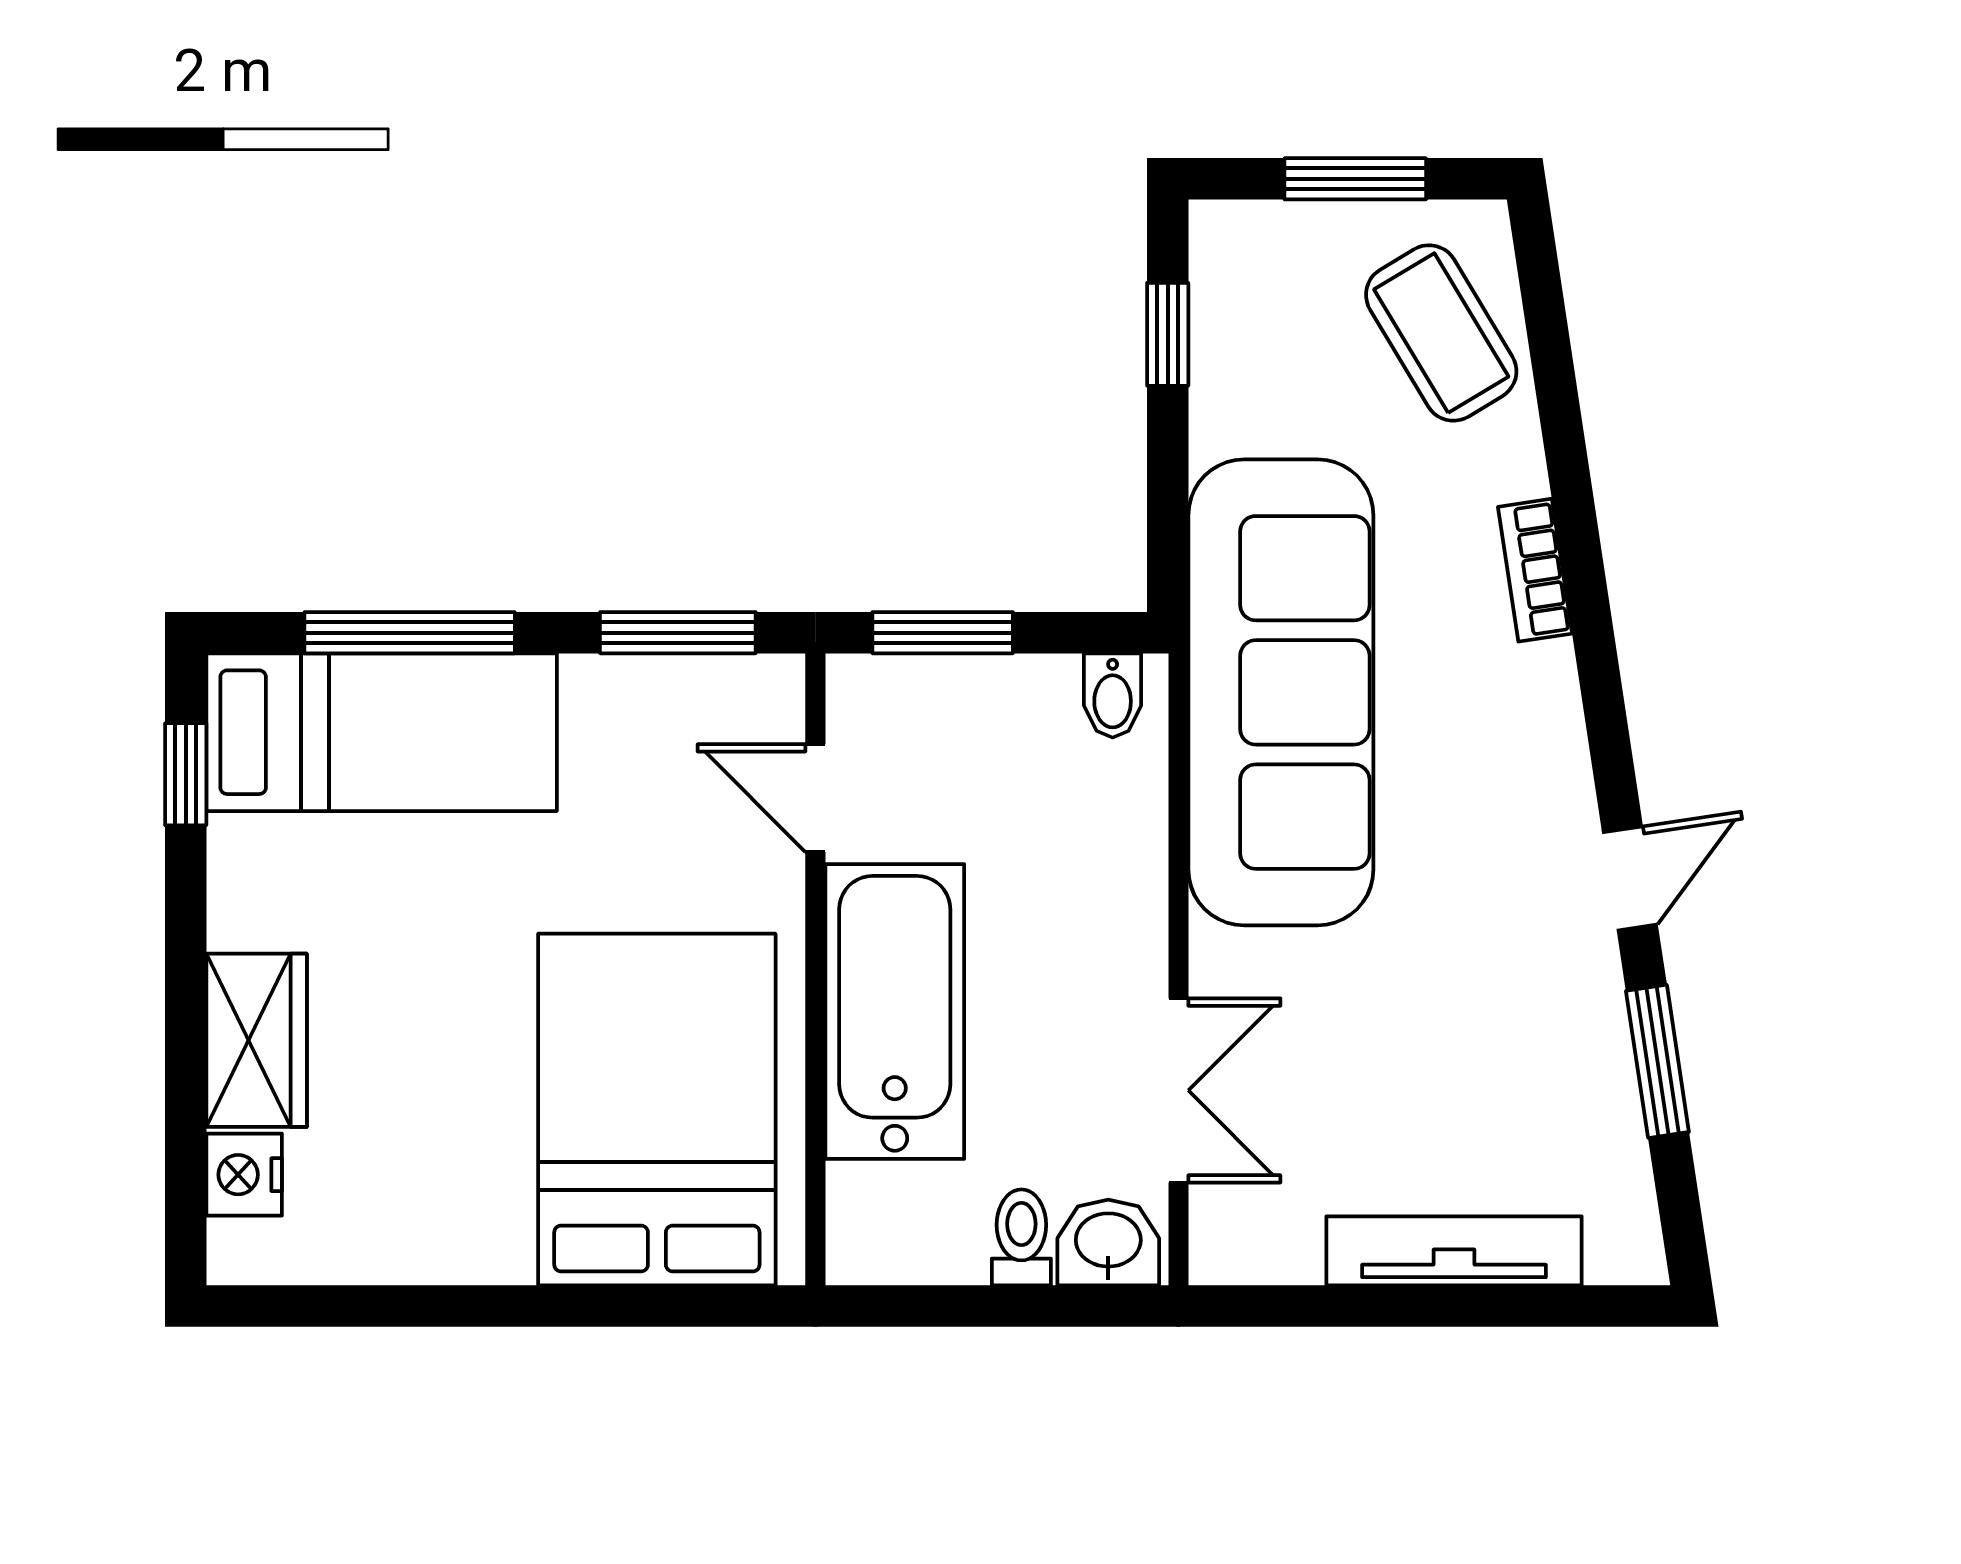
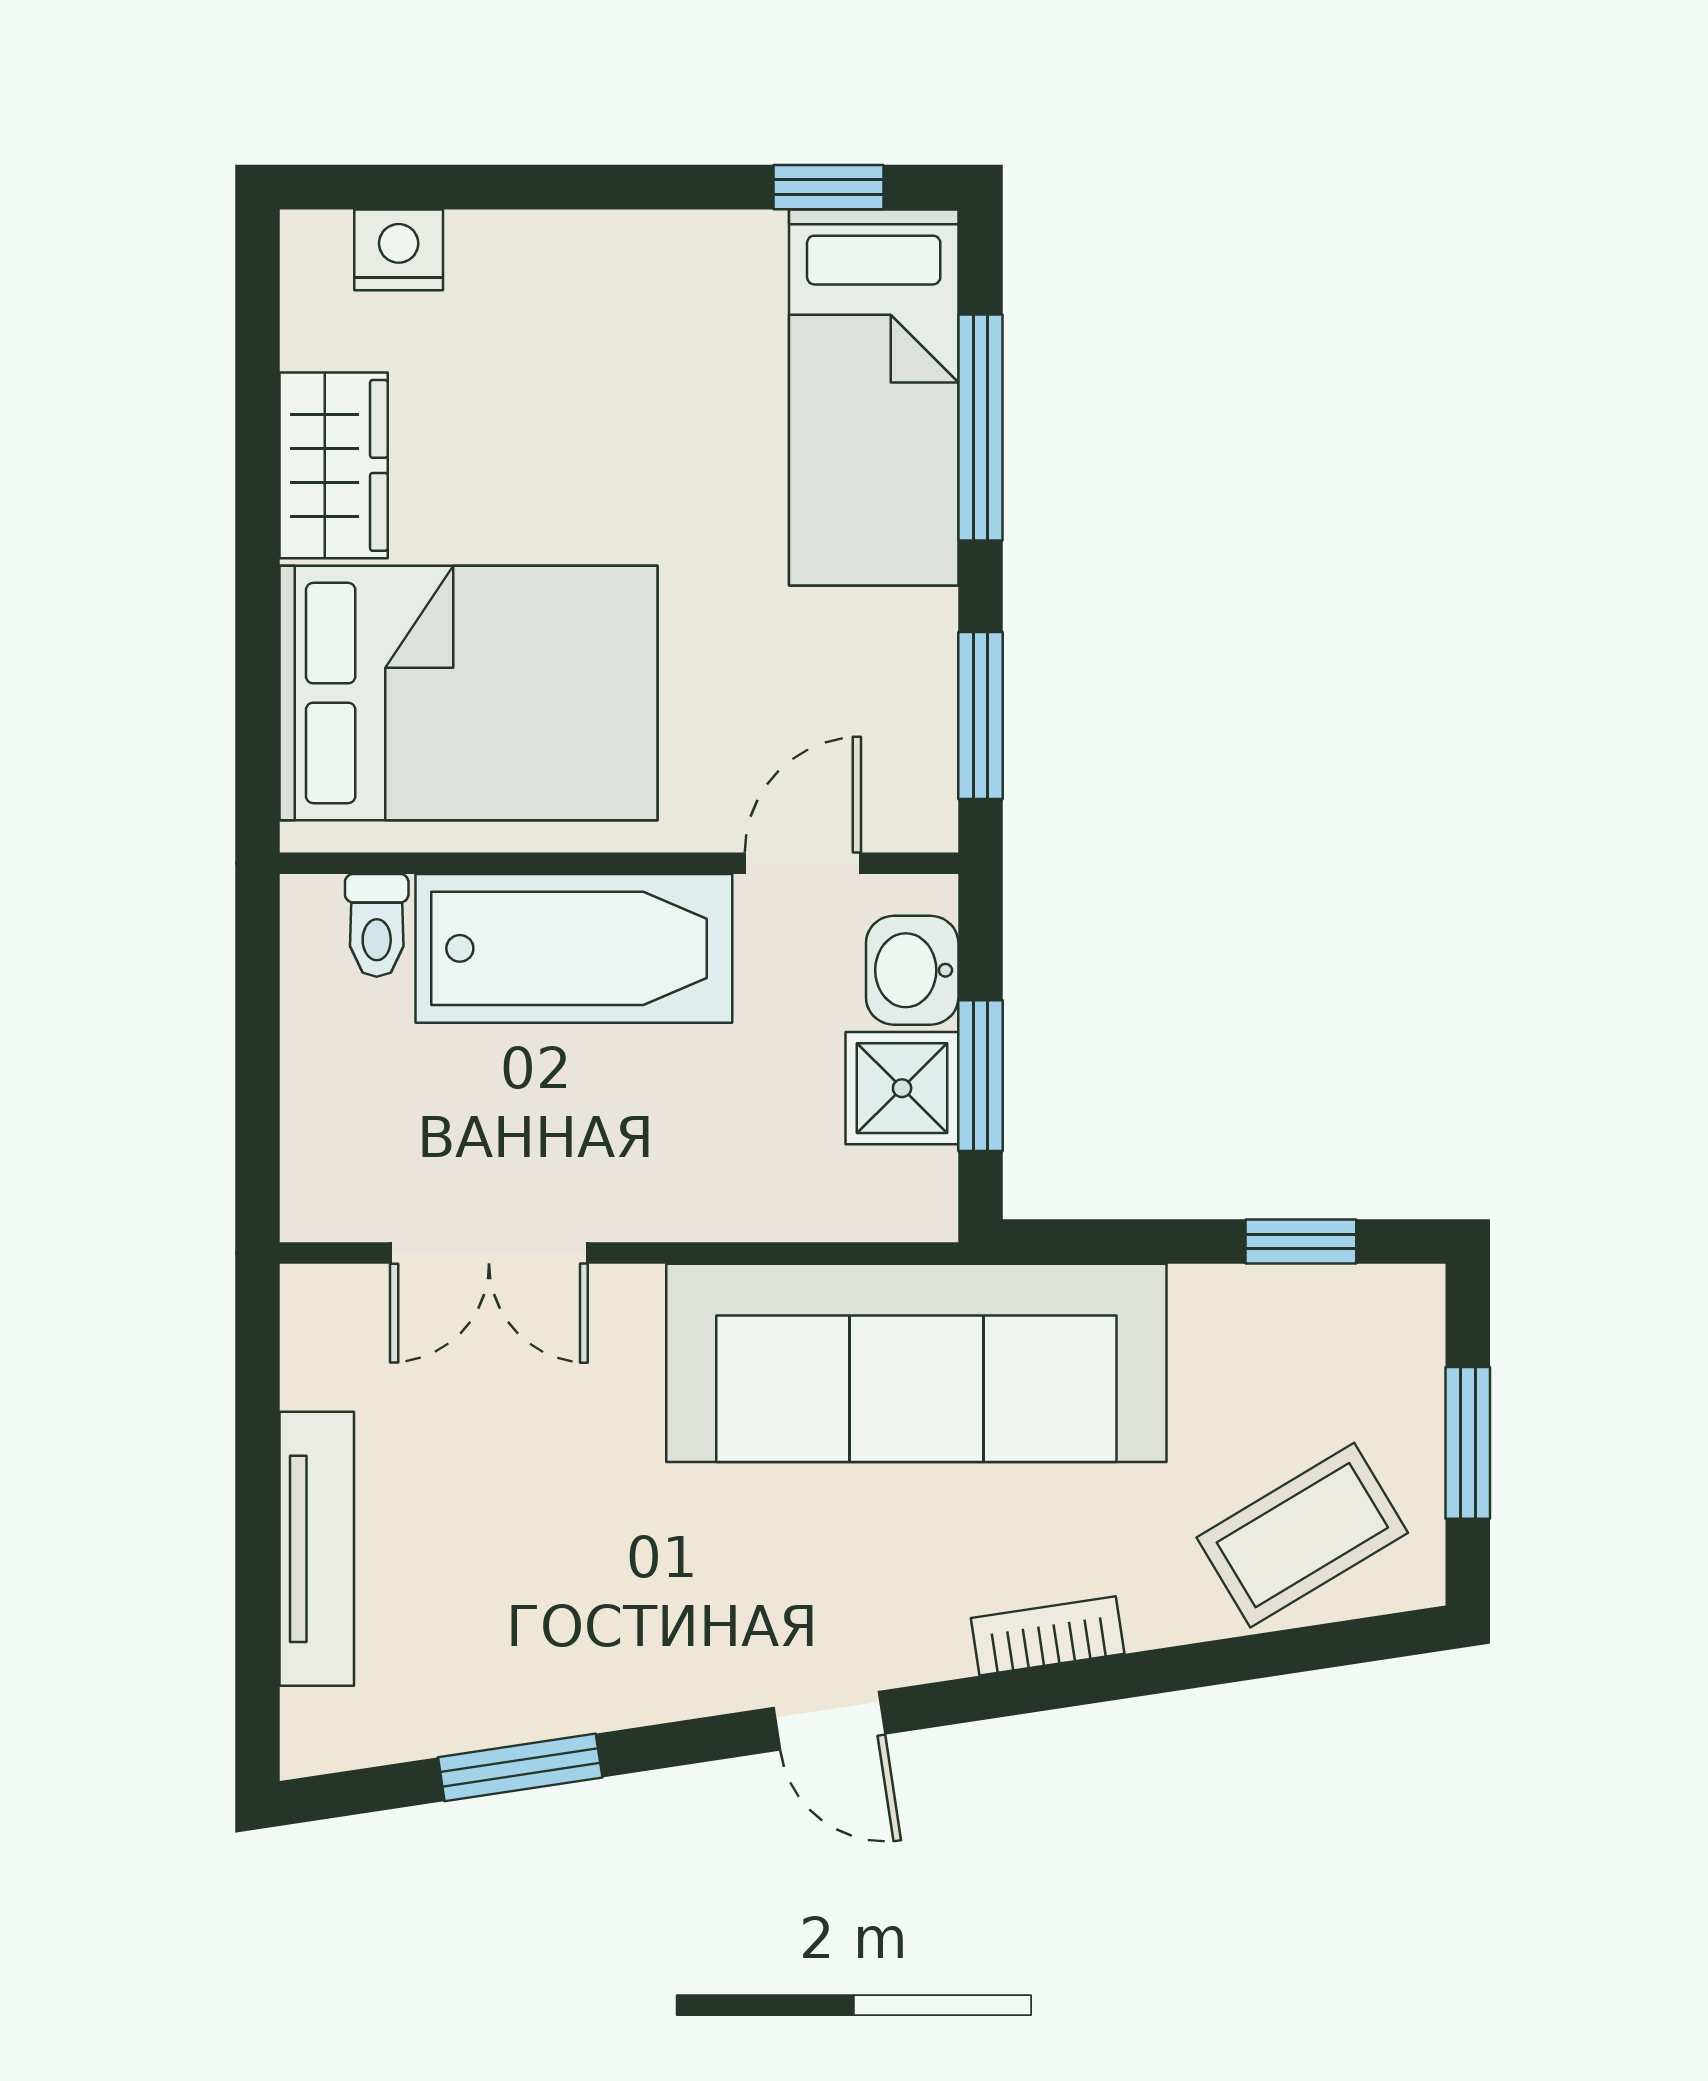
window: (943, 633) -> (980, 1076), moved
bidet: (1113, 695) -> (913, 1182), removed
shower: (1025, 706) -> (902, 1088), added
door: (1630, 878) -> (829, 1721), moved
wardrobe: (257, 1040) -> (334, 465), moved, turned -90
toilet: (1021, 1237) -> (377, 925), moved, turned 90
washbasin: (1108, 1243) -> (912, 970), moved, turned 180

